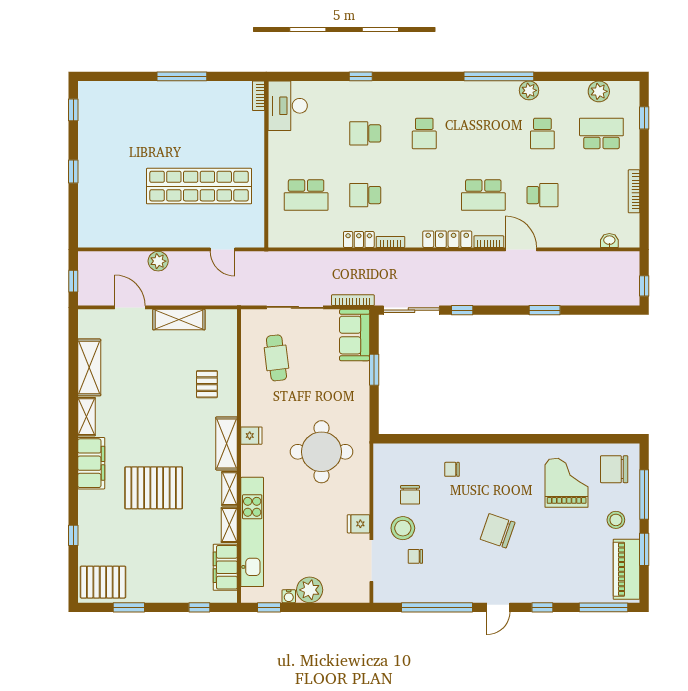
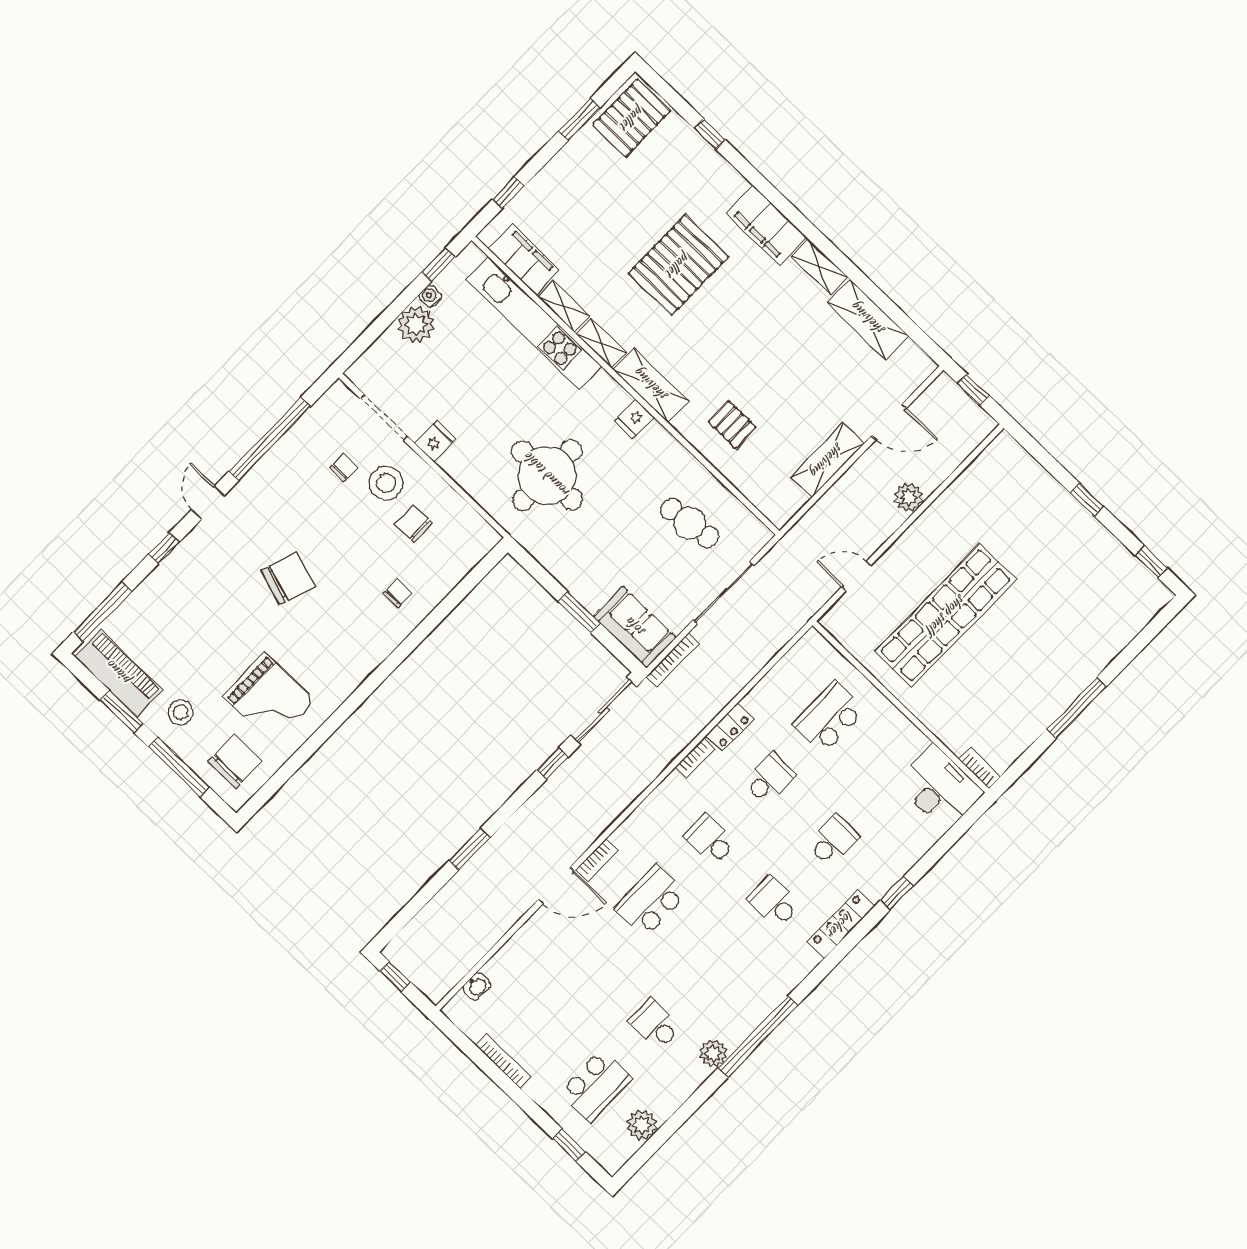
school desk: (542, 195) -> (710, 840), moved, turned 90
locker: (447, 239) -> (841, 924), moved, turned 180

